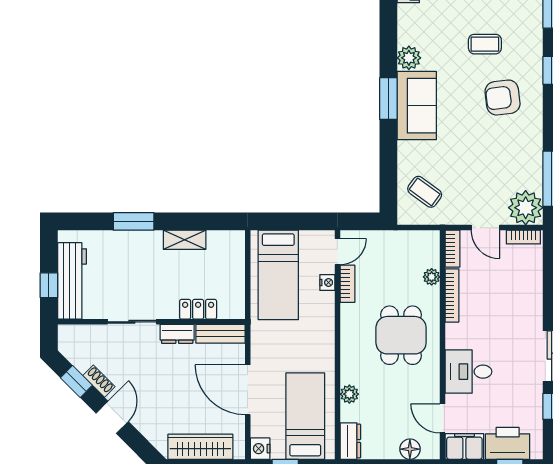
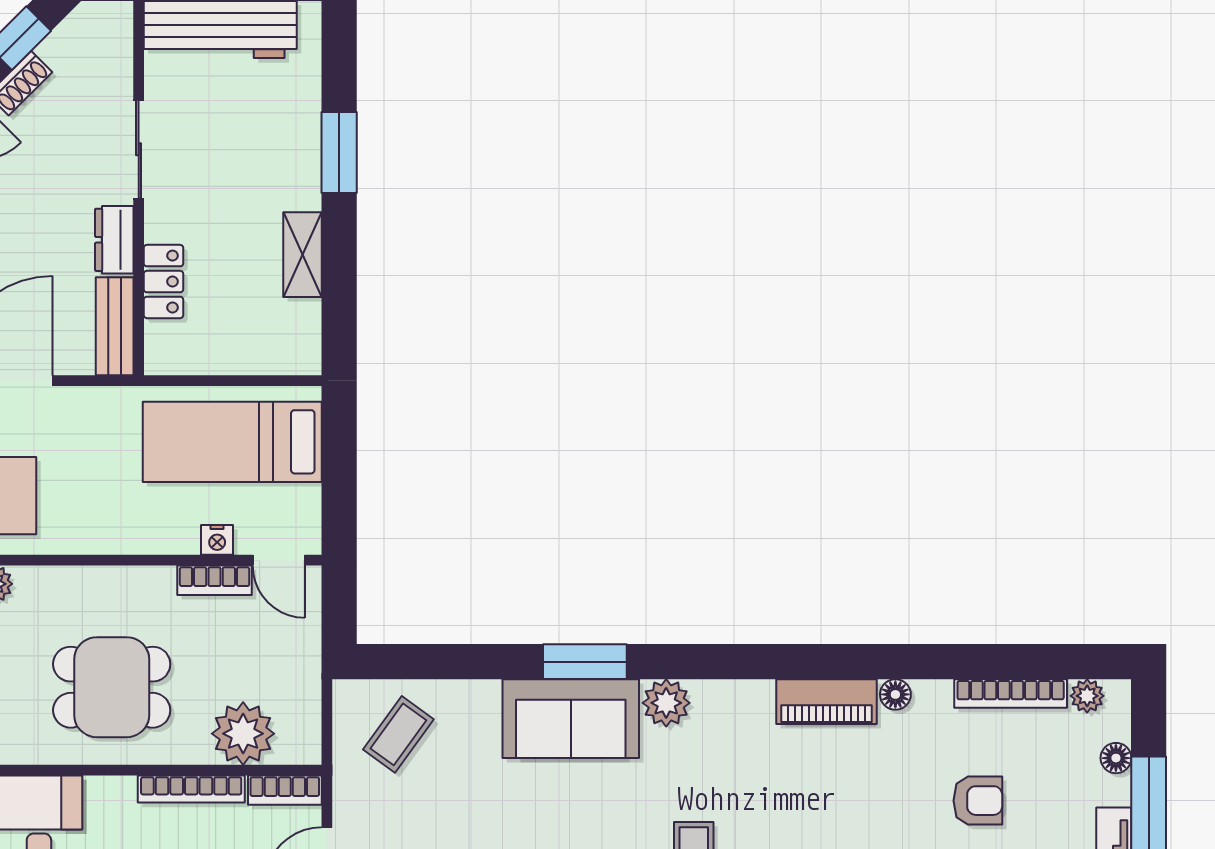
plant: (432, 277) -> (243, 734), width x1.88, depth x1.88

